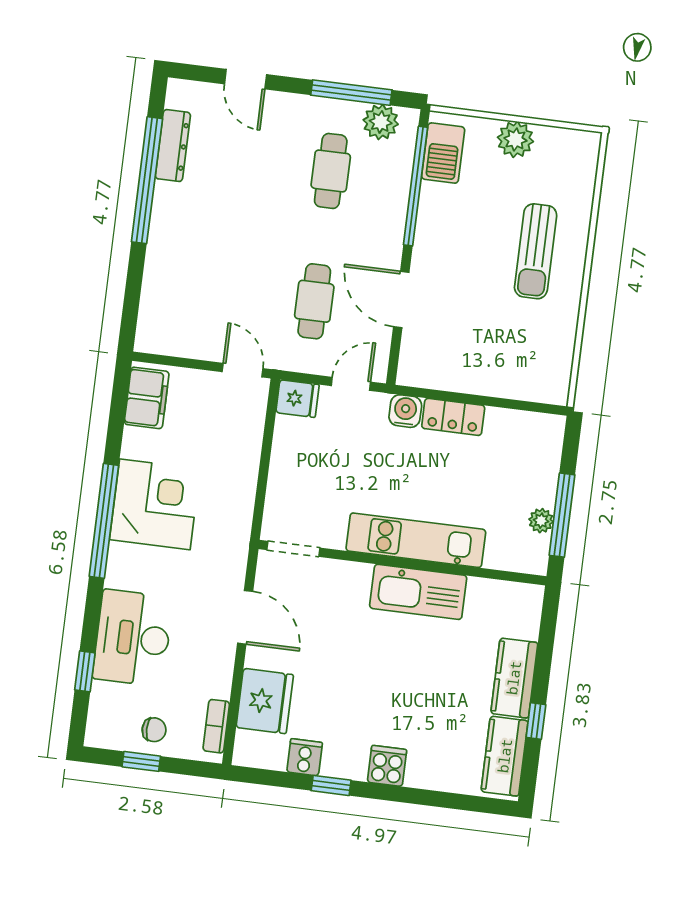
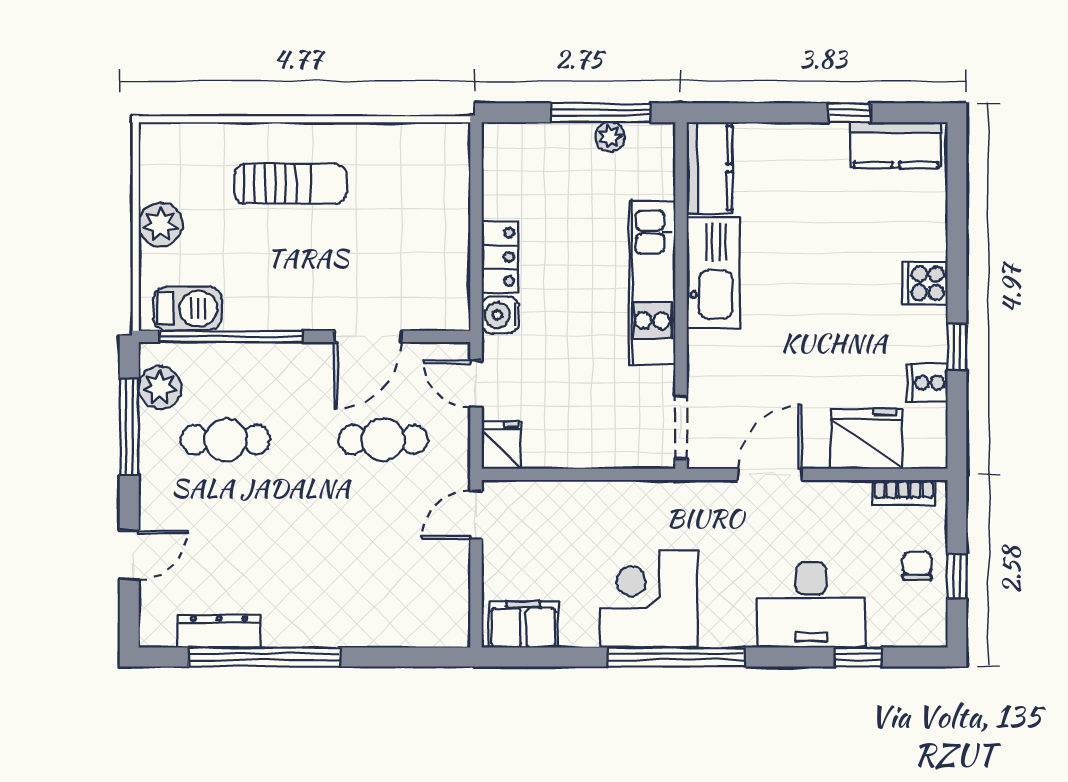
kitchen counter: (514, 678) -> (709, 168), moved, turned -90

